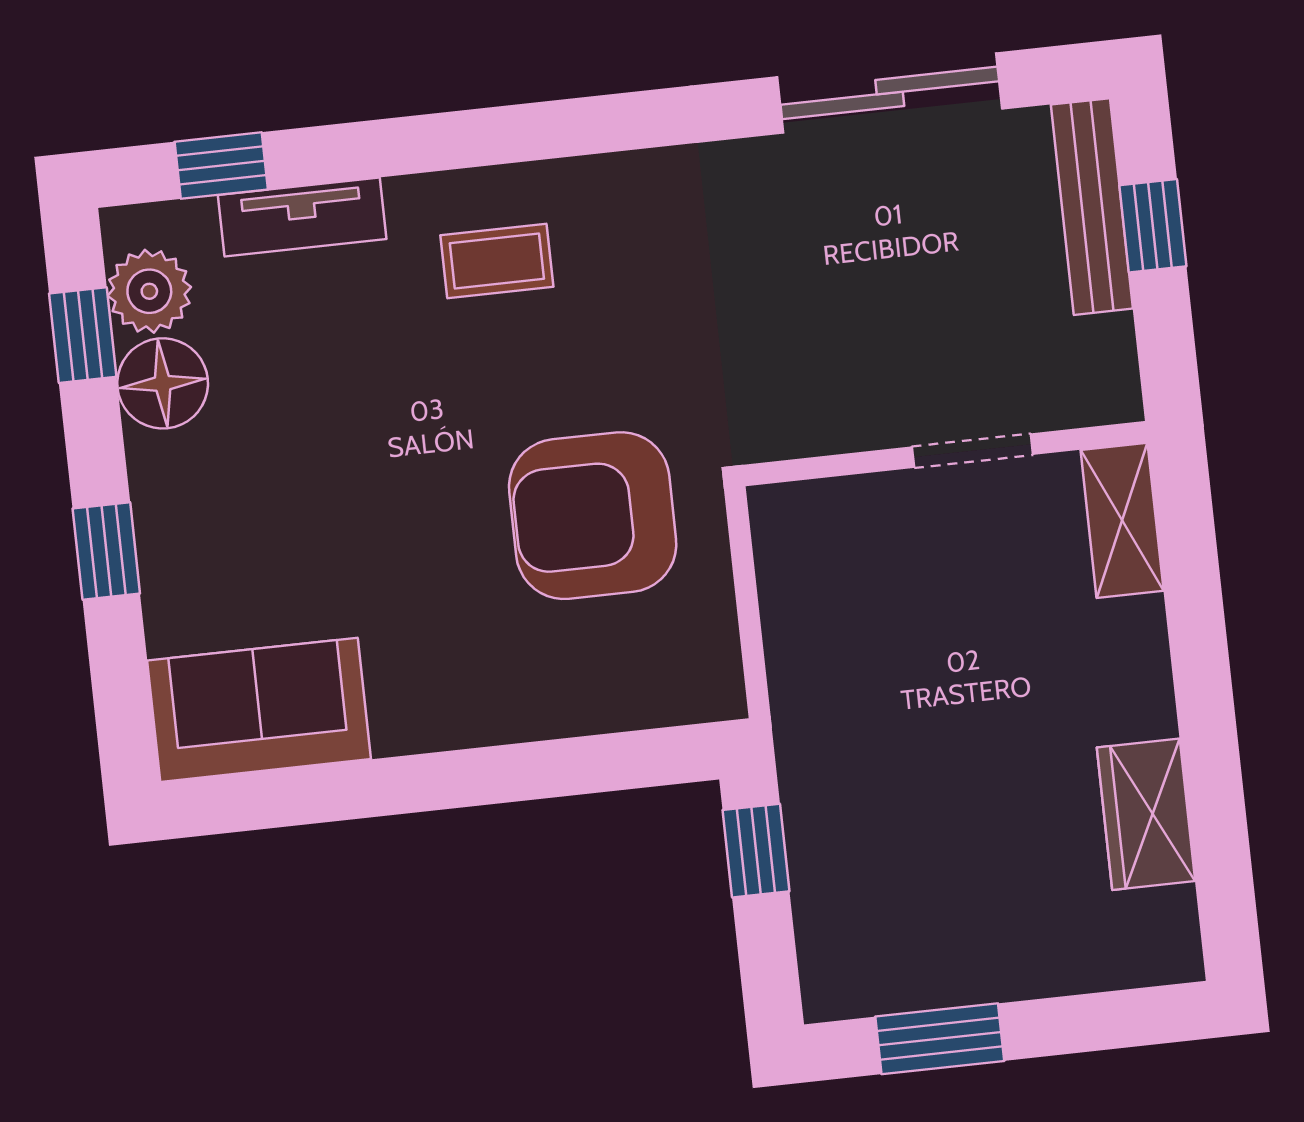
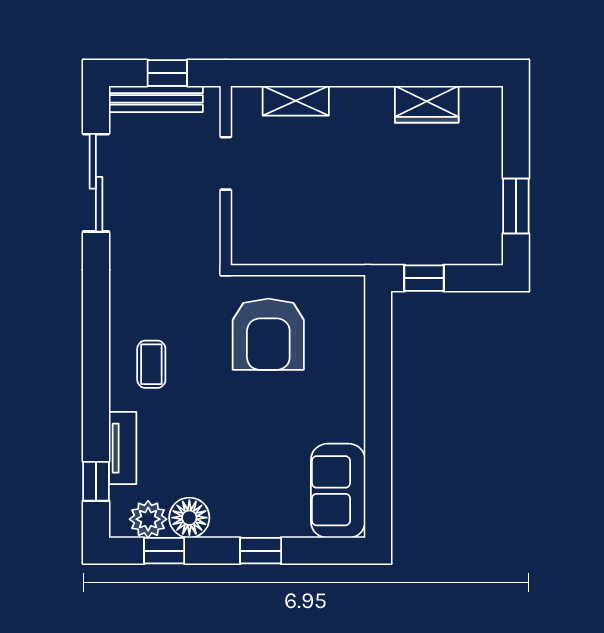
doorway: (973, 451) -> (226, 163), moved
wall: (945, 454) -> (226, 176), moved

